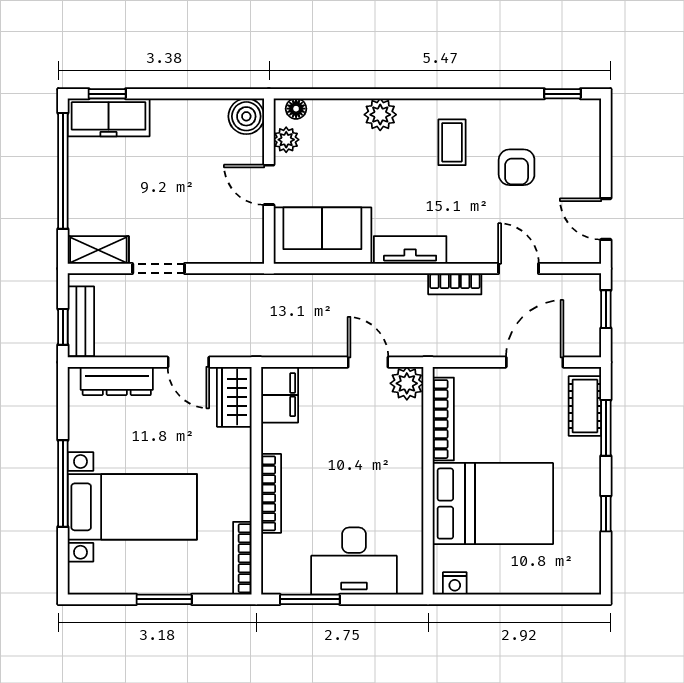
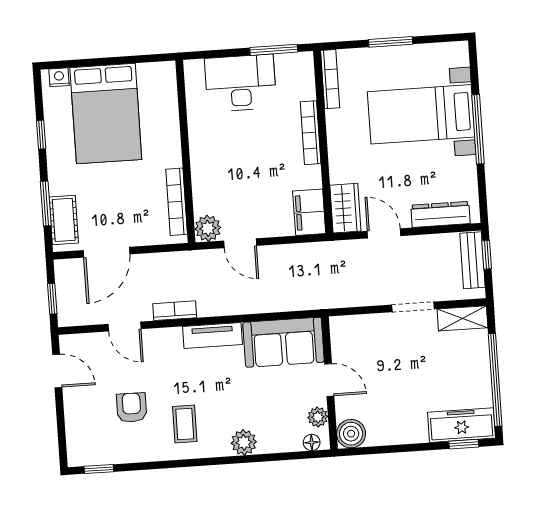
bed: (493, 504) -> (106, 114), moved, turned -90
nightstand: (455, 583) -> (59, 77), moved

